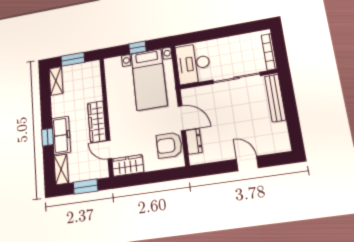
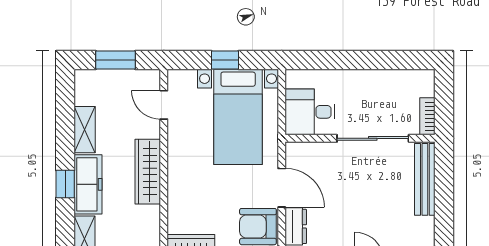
bookcase: (269, 52) -> (427, 116), width x0.64
desk: (193, 64) -> (310, 112), width x0.73
shelving: (56, 81) -> (85, 130), moved
door: (109, 150) -> (164, 105), moved

